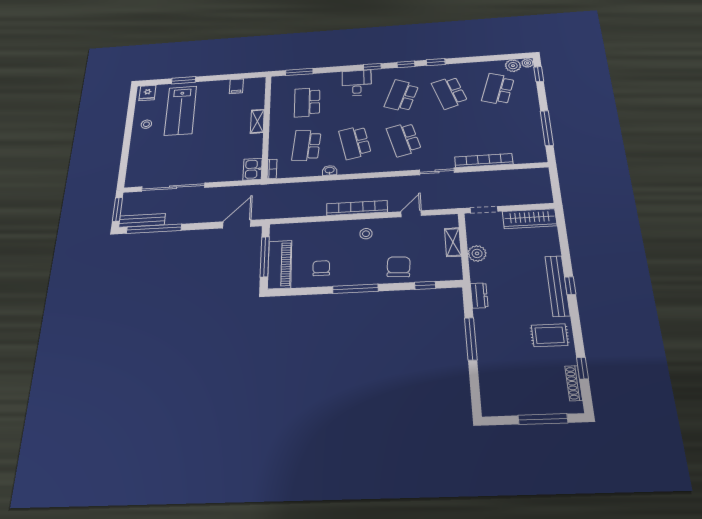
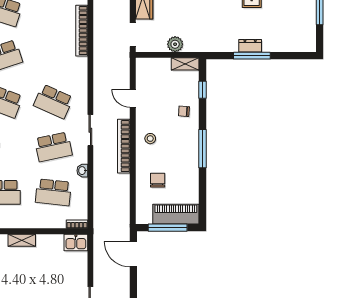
school desk: (404, 139) -> (53, 101), turned 39
sliding door: (437, 171) -> (90, 130), moved
shelving: (453, 242) -> (185, 64), moved
chair: (399, 267) -> (184, 111), width x0.54, depth x0.54
chair: (321, 268) -> (158, 180), moved, turned 90
dresser: (479, 295) -> (250, 46), moved

